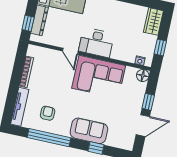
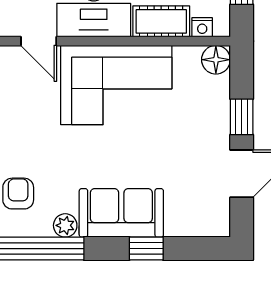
cot: (123, 54) -> (161, 21), added
plant: (64, 131) -> (65, 225), added

